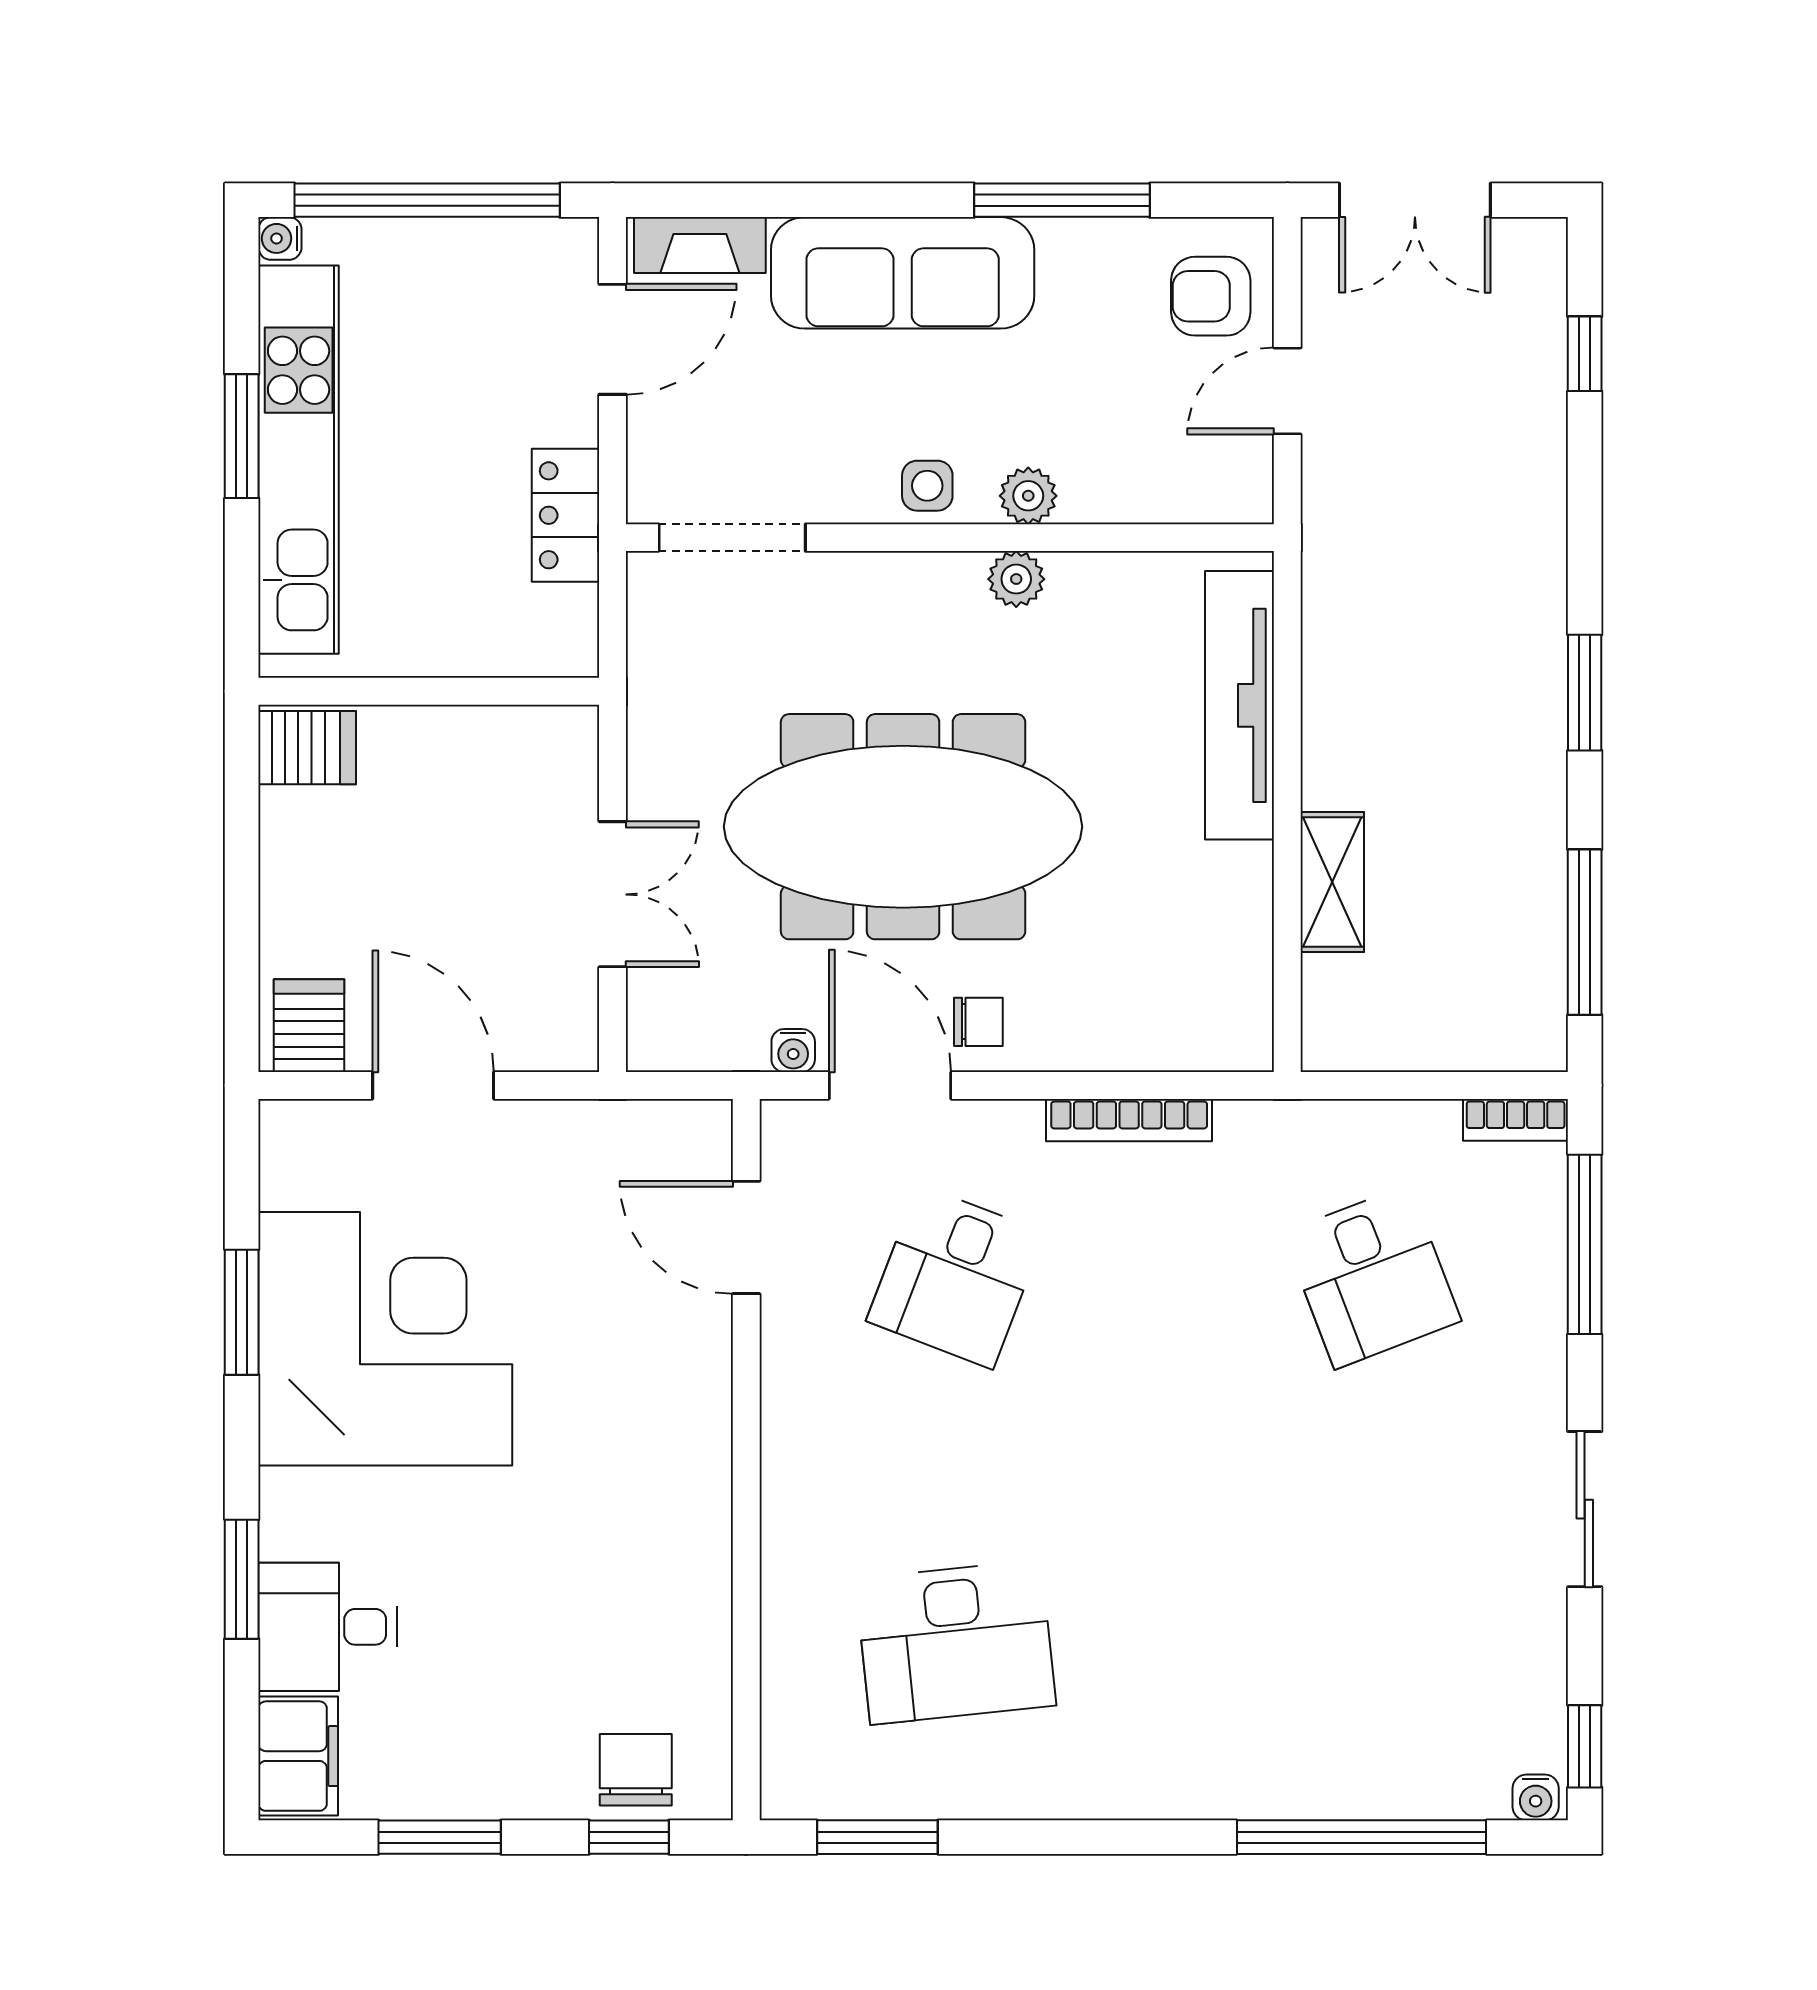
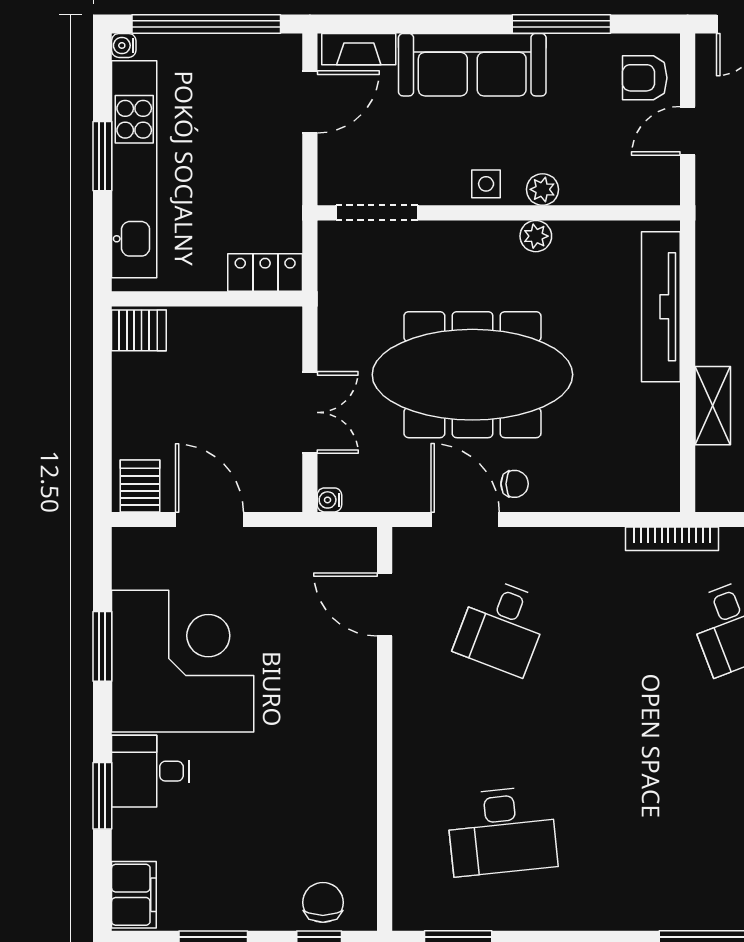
locker: (565, 515) -> (265, 273), moved, turned 90
water cooler: (793, 1050) -> (329, 500), moved, turned 90
bookcase: (1129, 1120) -> (672, 539), moved
desk: (328, 1627) -> (151, 771), moved

